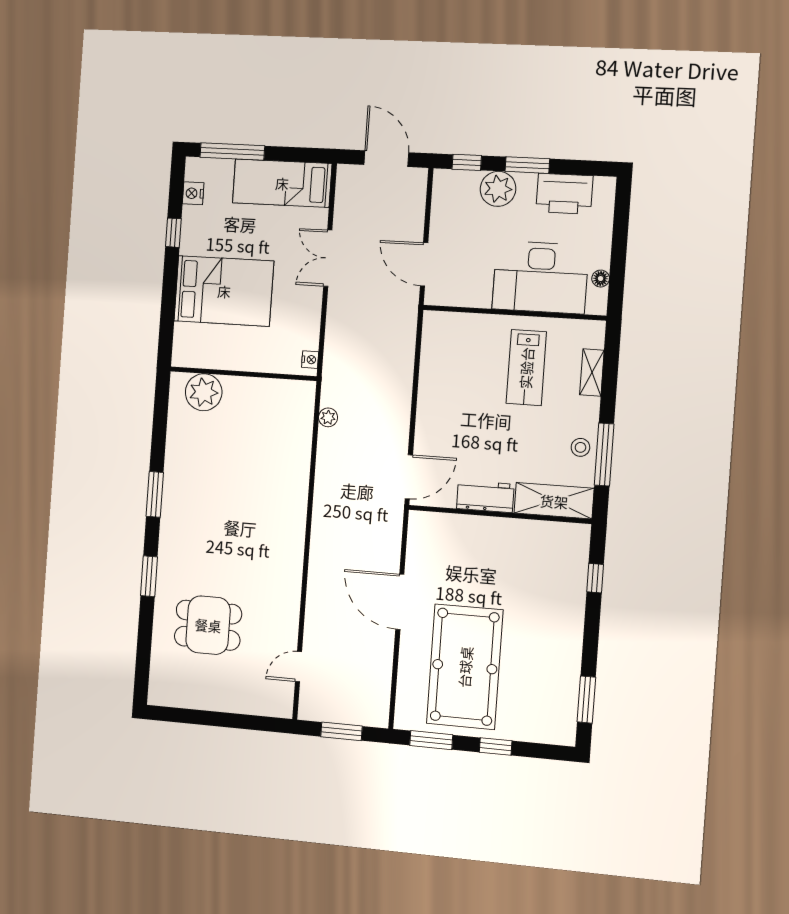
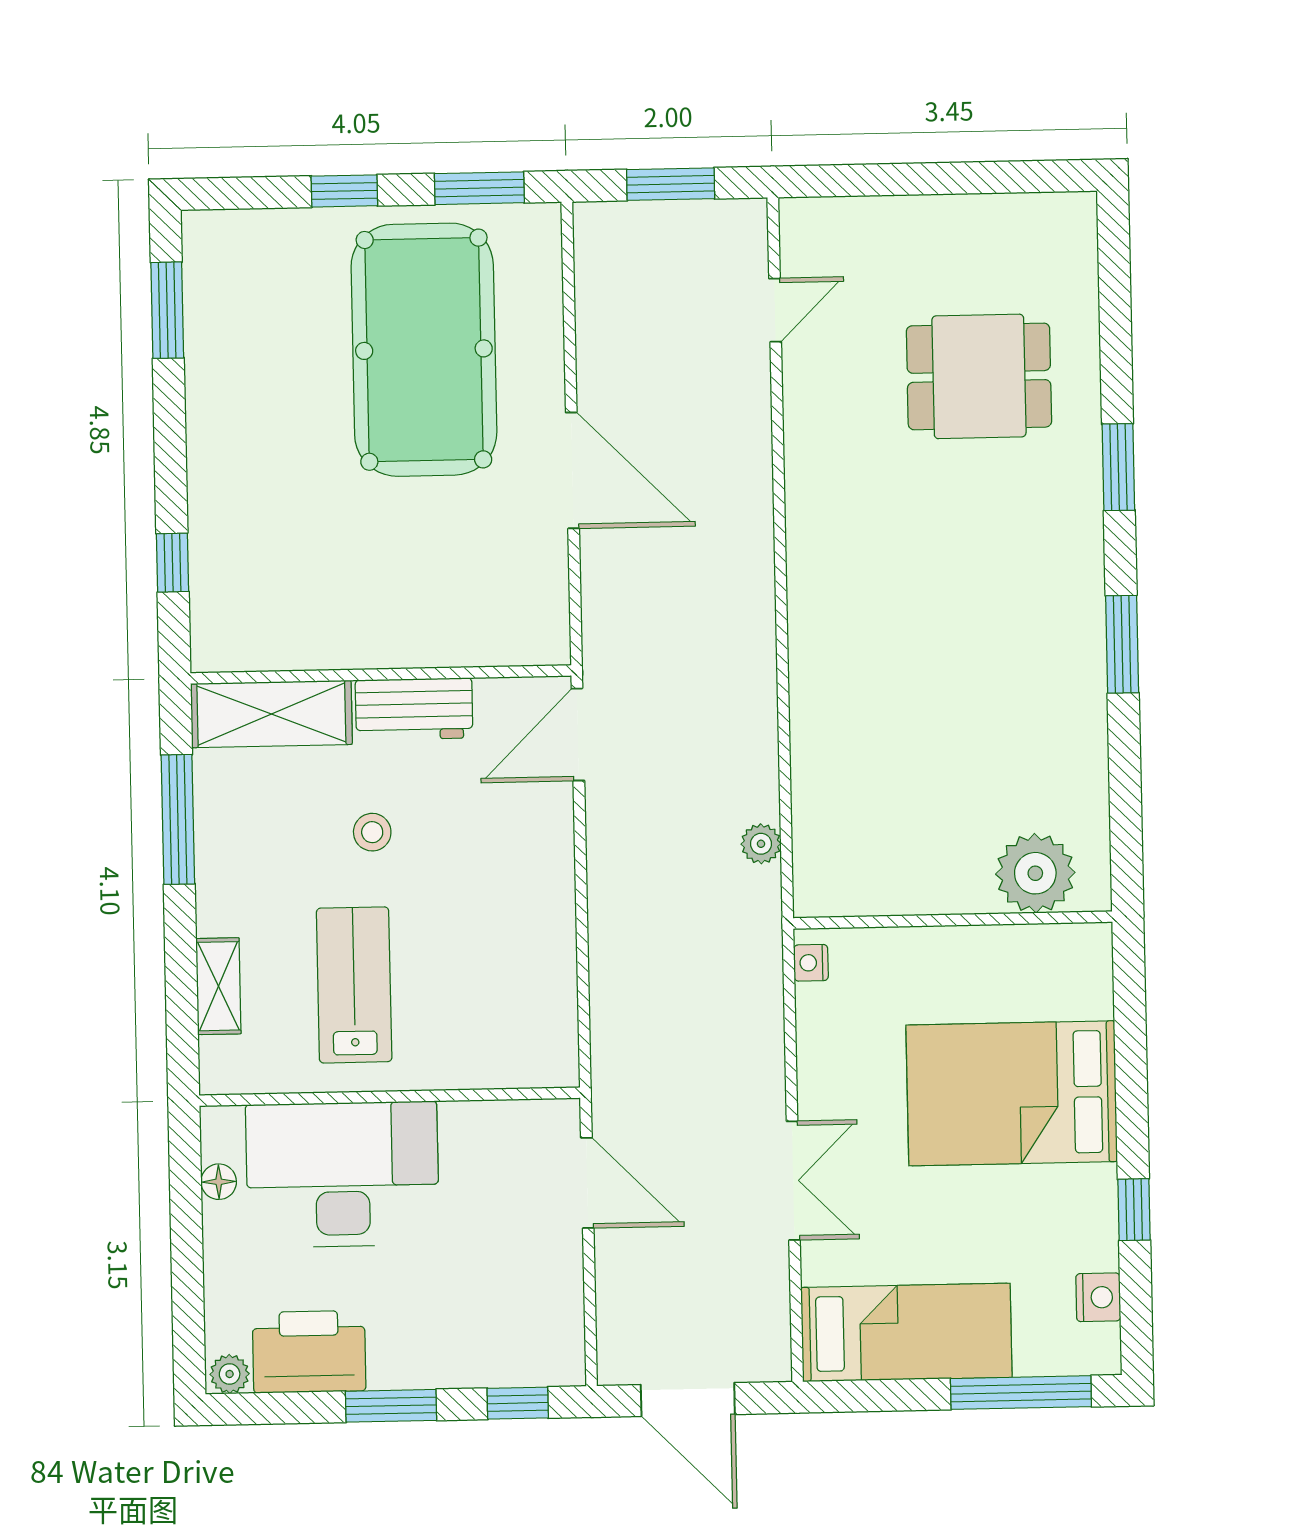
plant: (498, 189) -> (230, 1374), moved, width x0.53, depth x0.53
stool: (580, 447) -> (372, 832), moved

